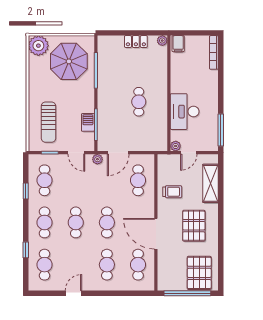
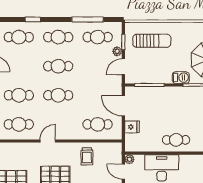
cafe table: (139, 102) -> (176, 140), moved
sun lounger: (49, 122) -> (152, 41), turned 180
barbecue: (88, 122) -> (181, 78), moved
fridge: (141, 143) -> (132, 127), added
plant: (97, 159) -> (117, 51), moved
window: (26, 191) -> (88, 19), width x2.17
door: (156, 234) -> (48, 141), width x0.53

